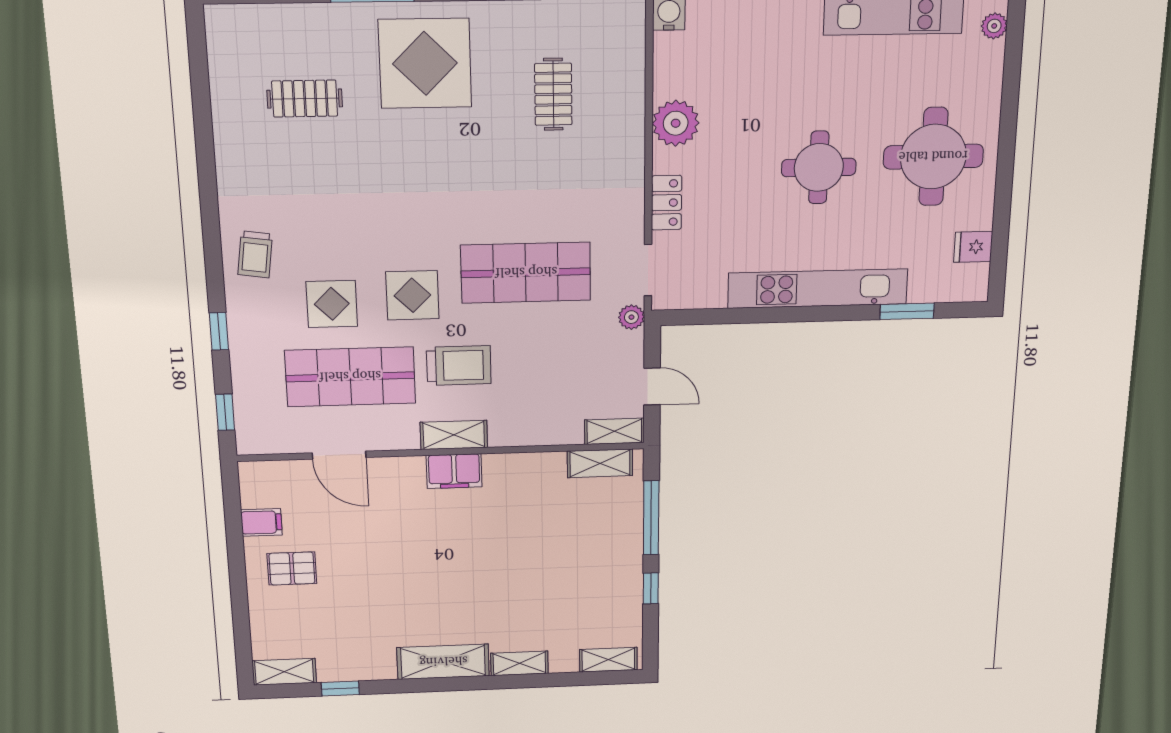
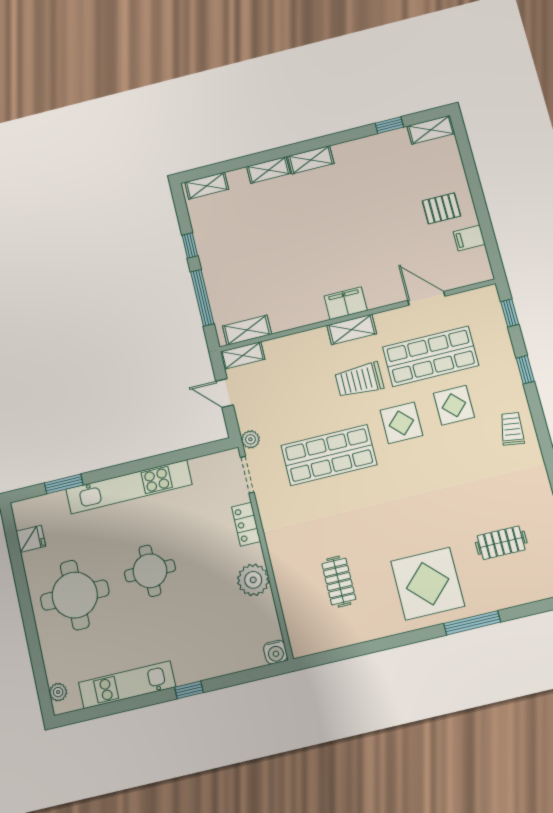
shelving: (443, 662) -> (311, 160), width x0.67, depth x0.75

